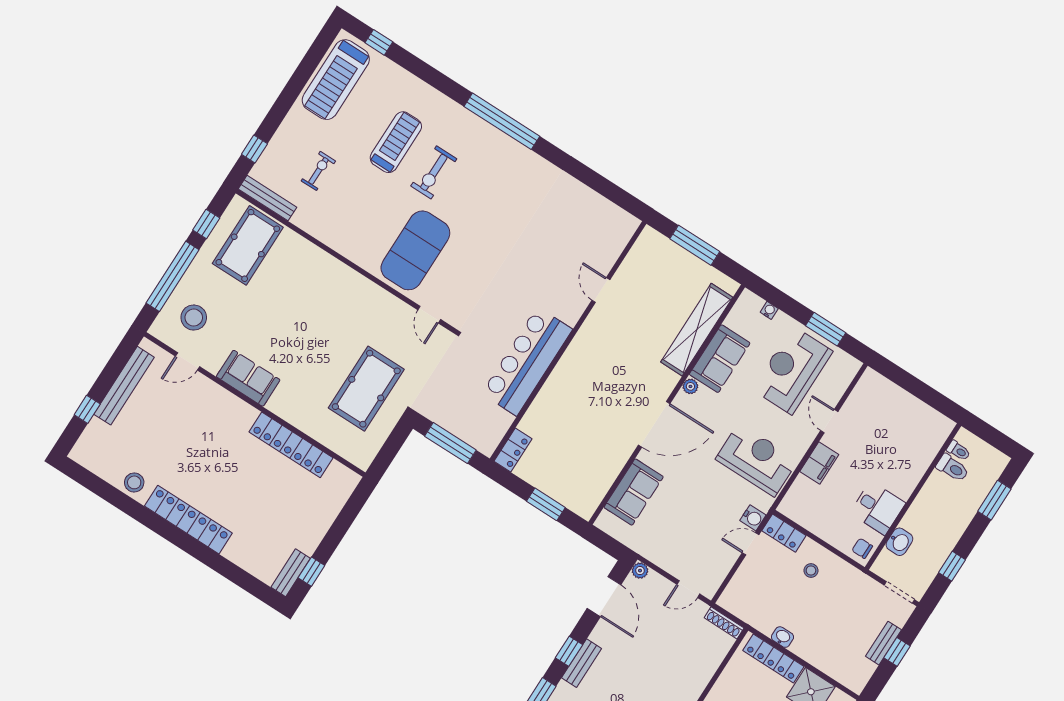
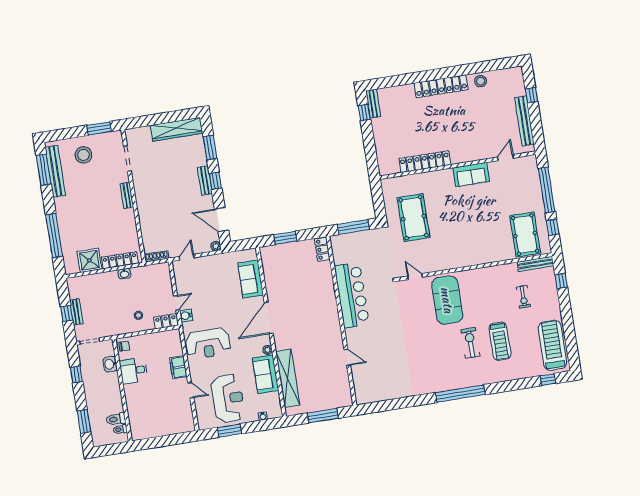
stool: (194, 318) -> (520, 180), removed

